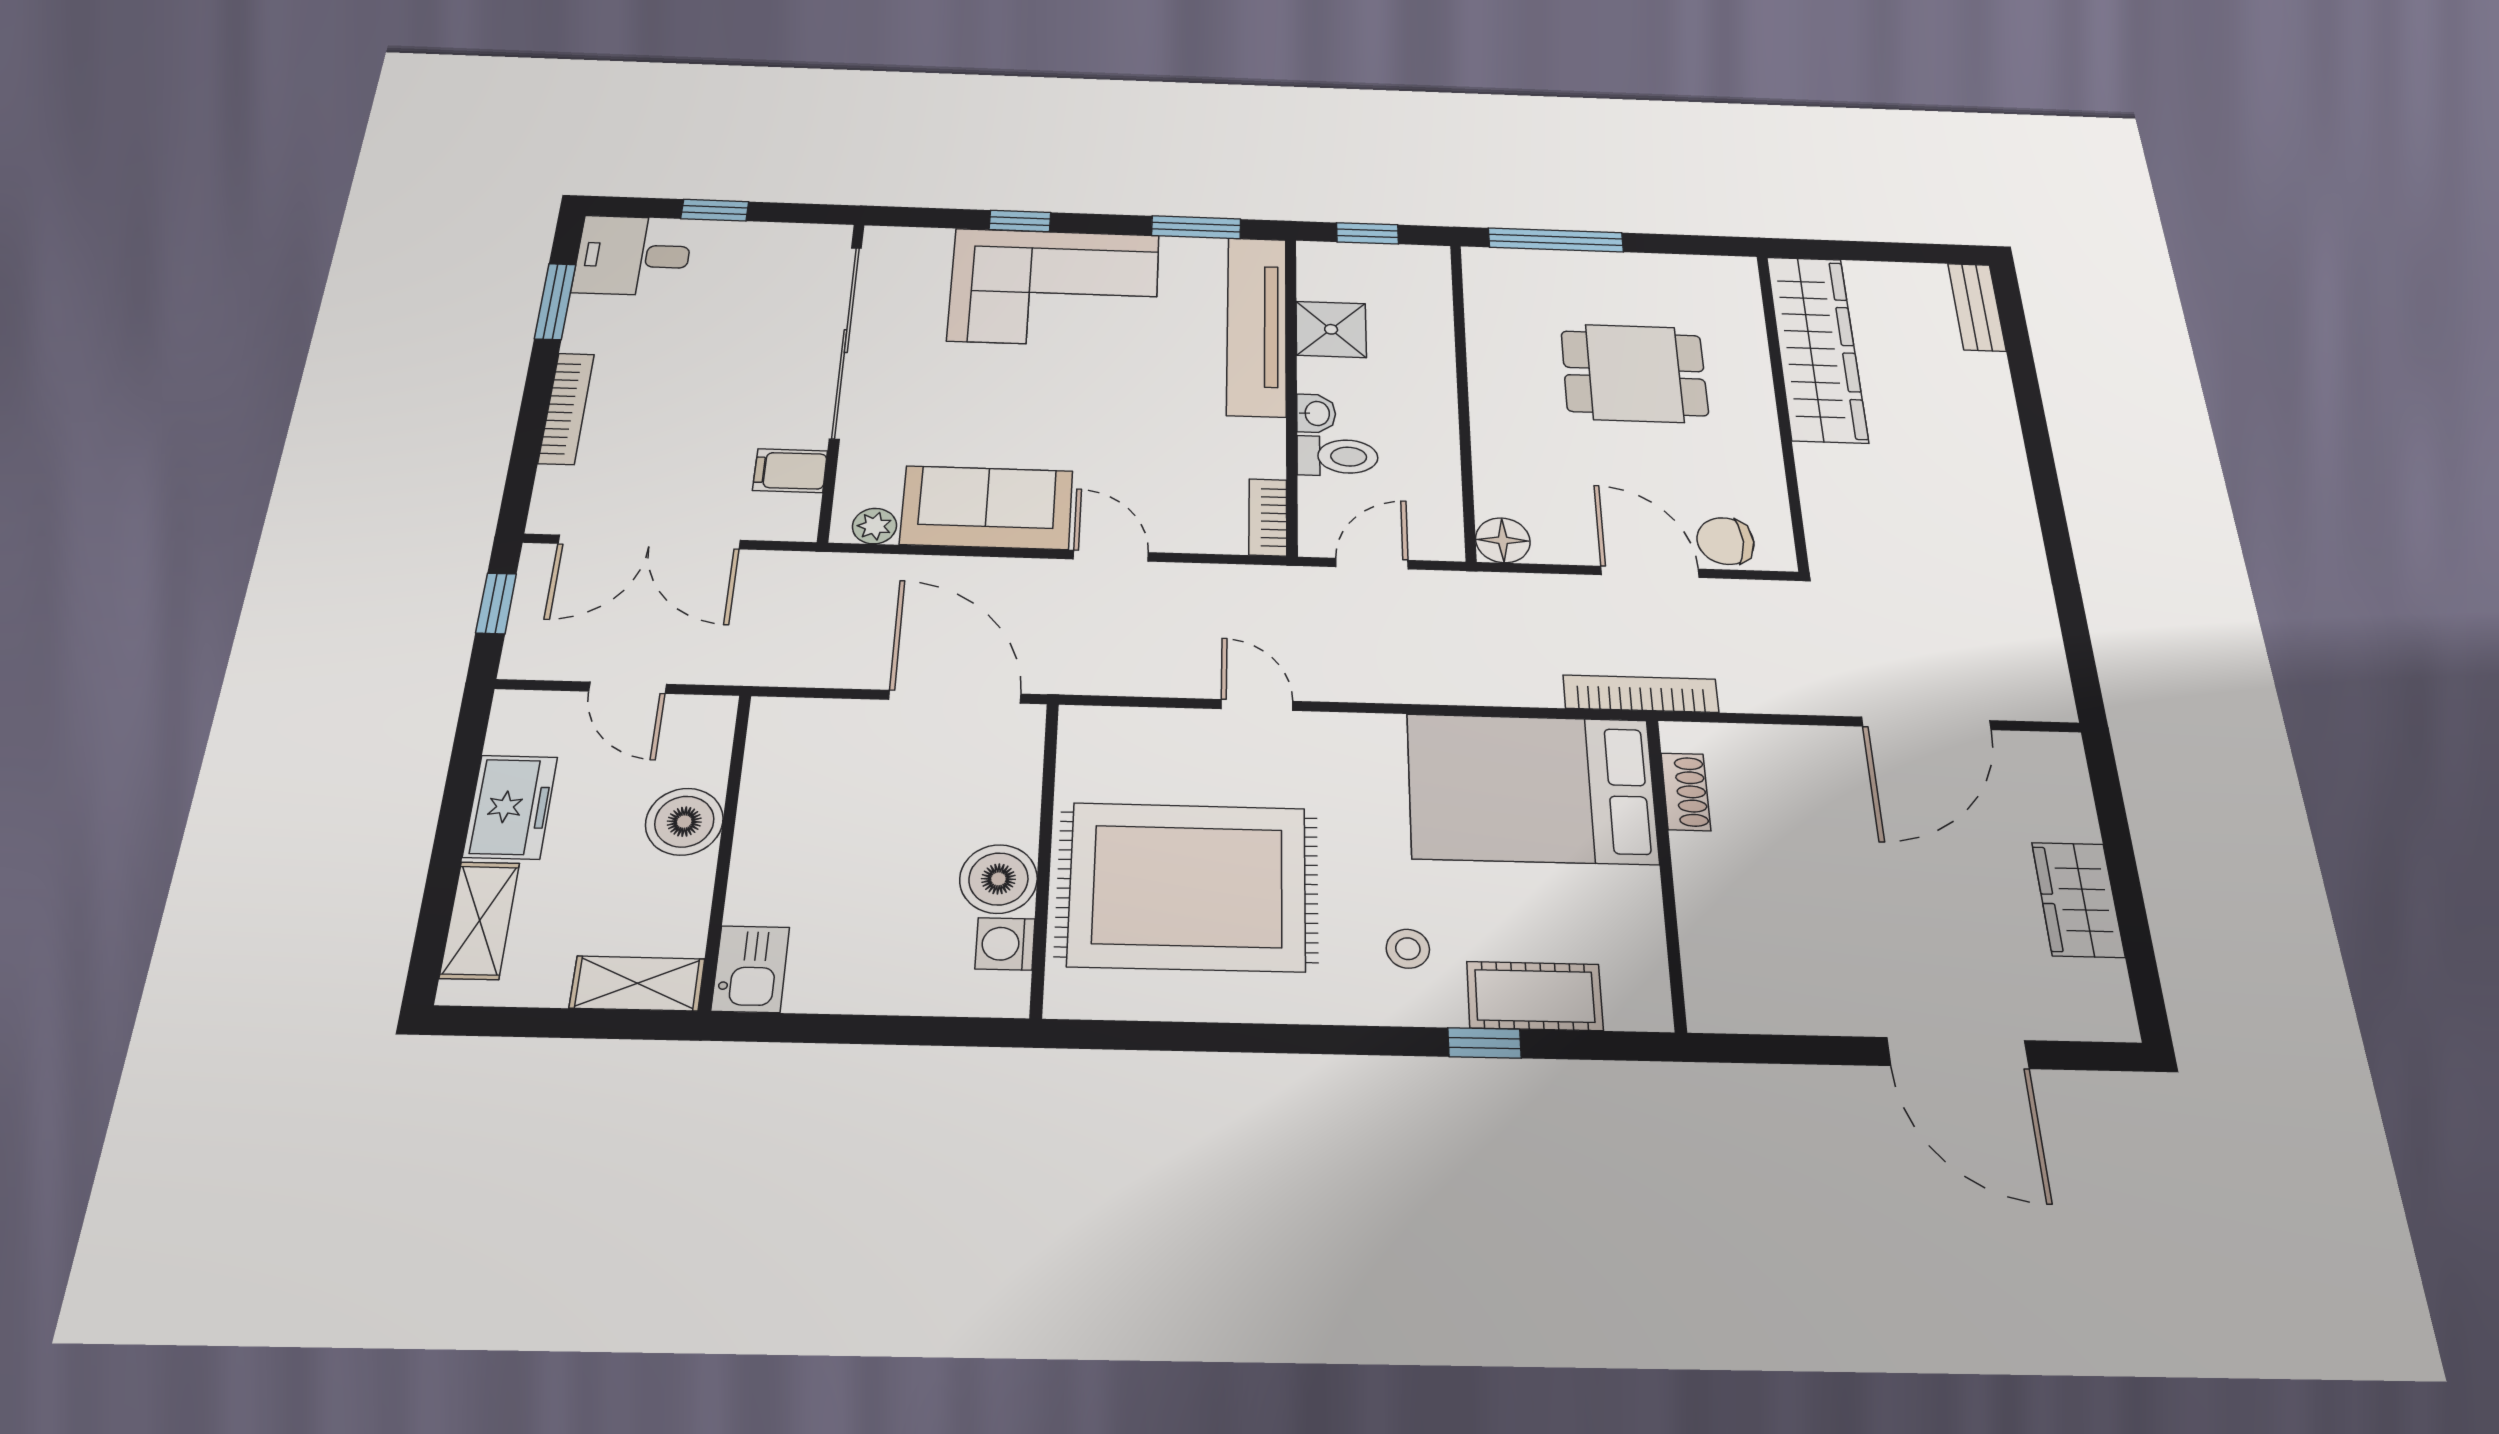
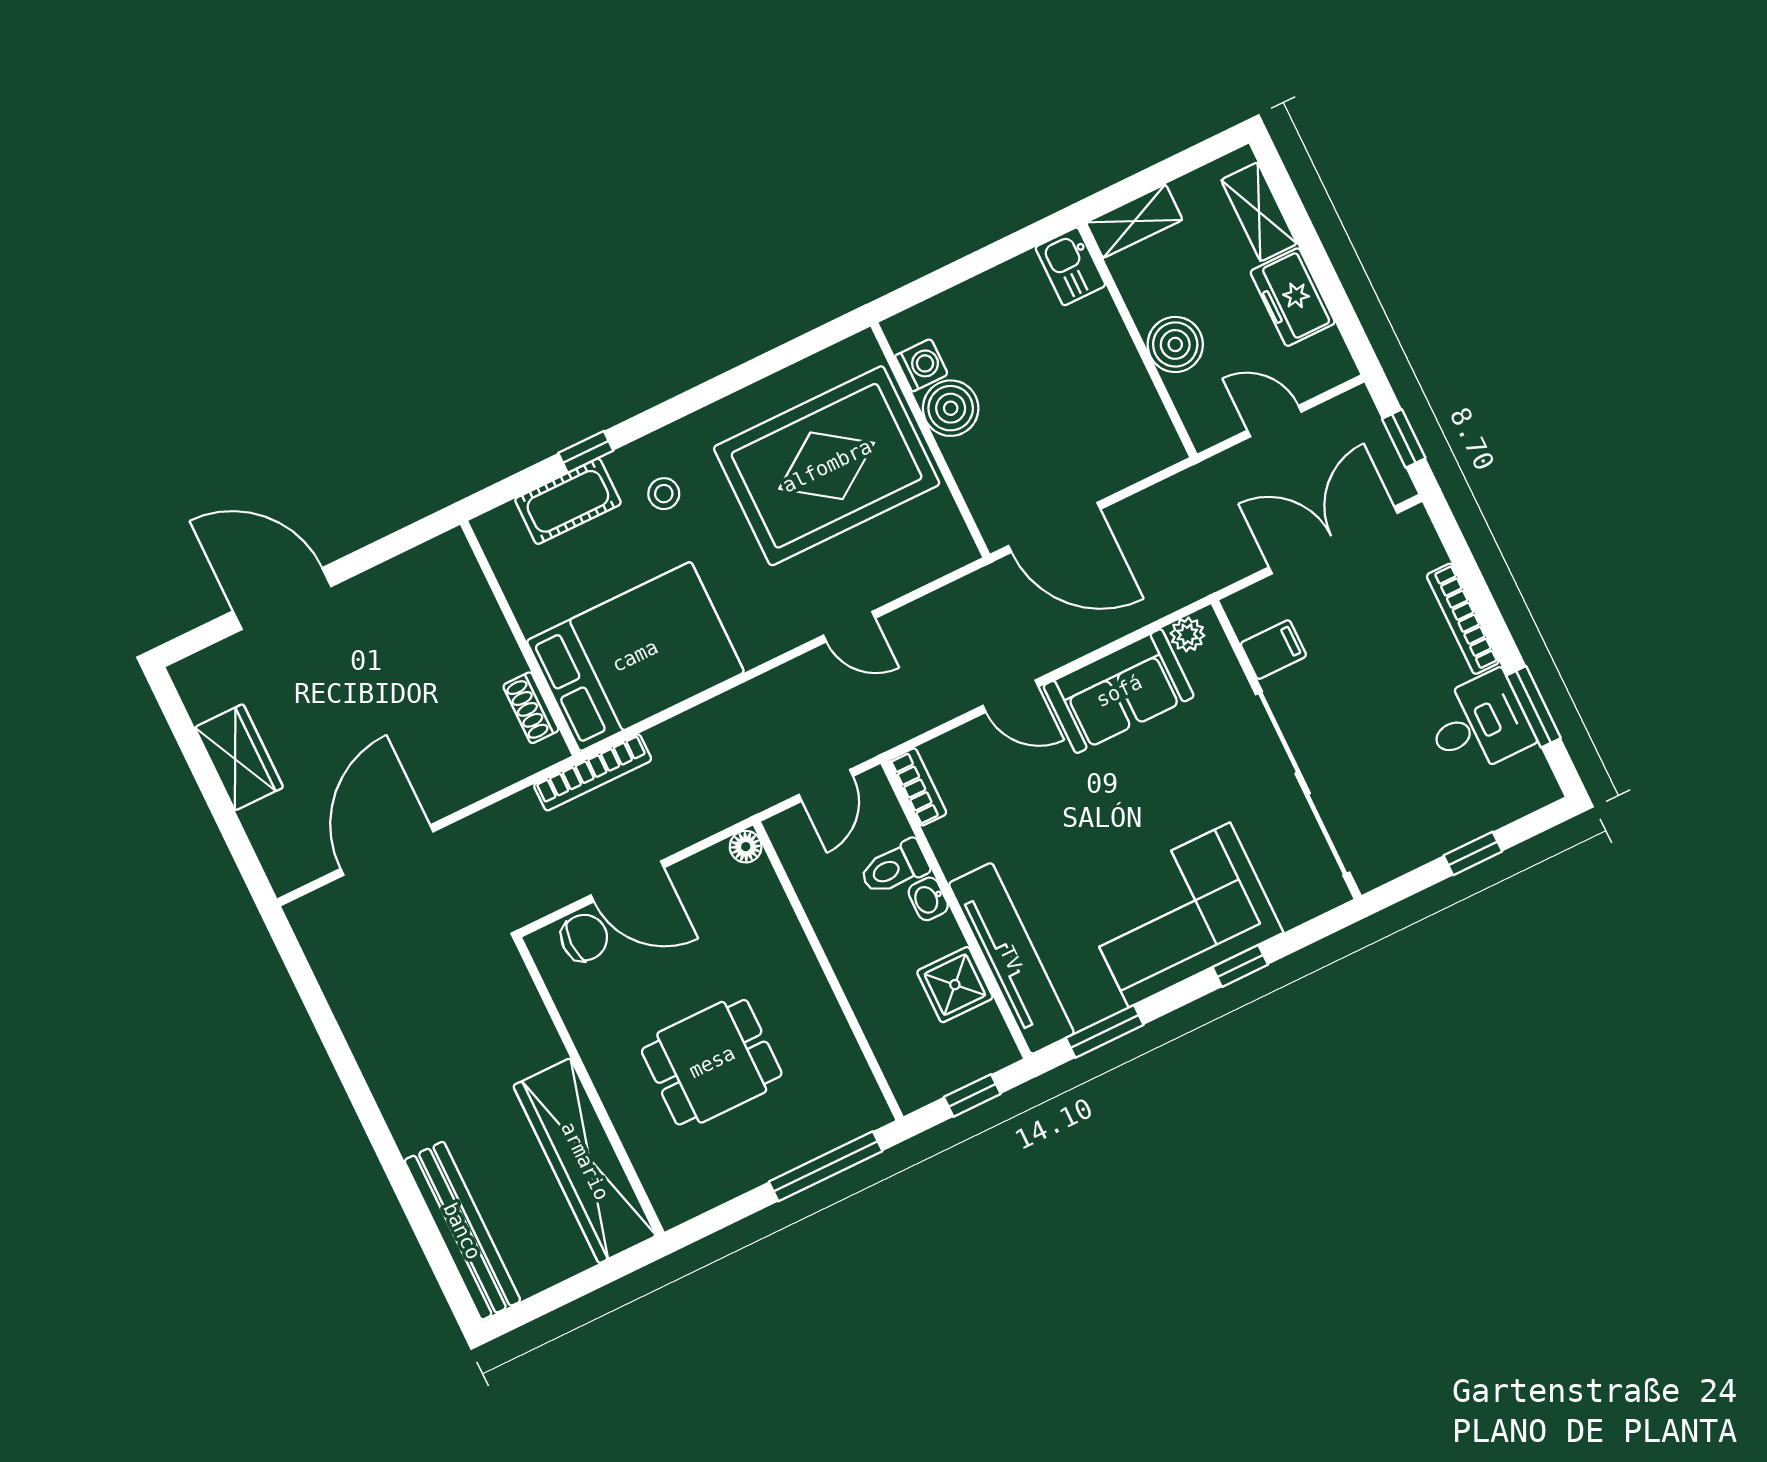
desk: (633, 256) -> (1479, 724), moved
bench: (1977, 307) -> (462, 1231), width x1.86, depth x1.21
floor lamp: (1503, 540) -> (746, 847), width x0.73, depth x0.73

